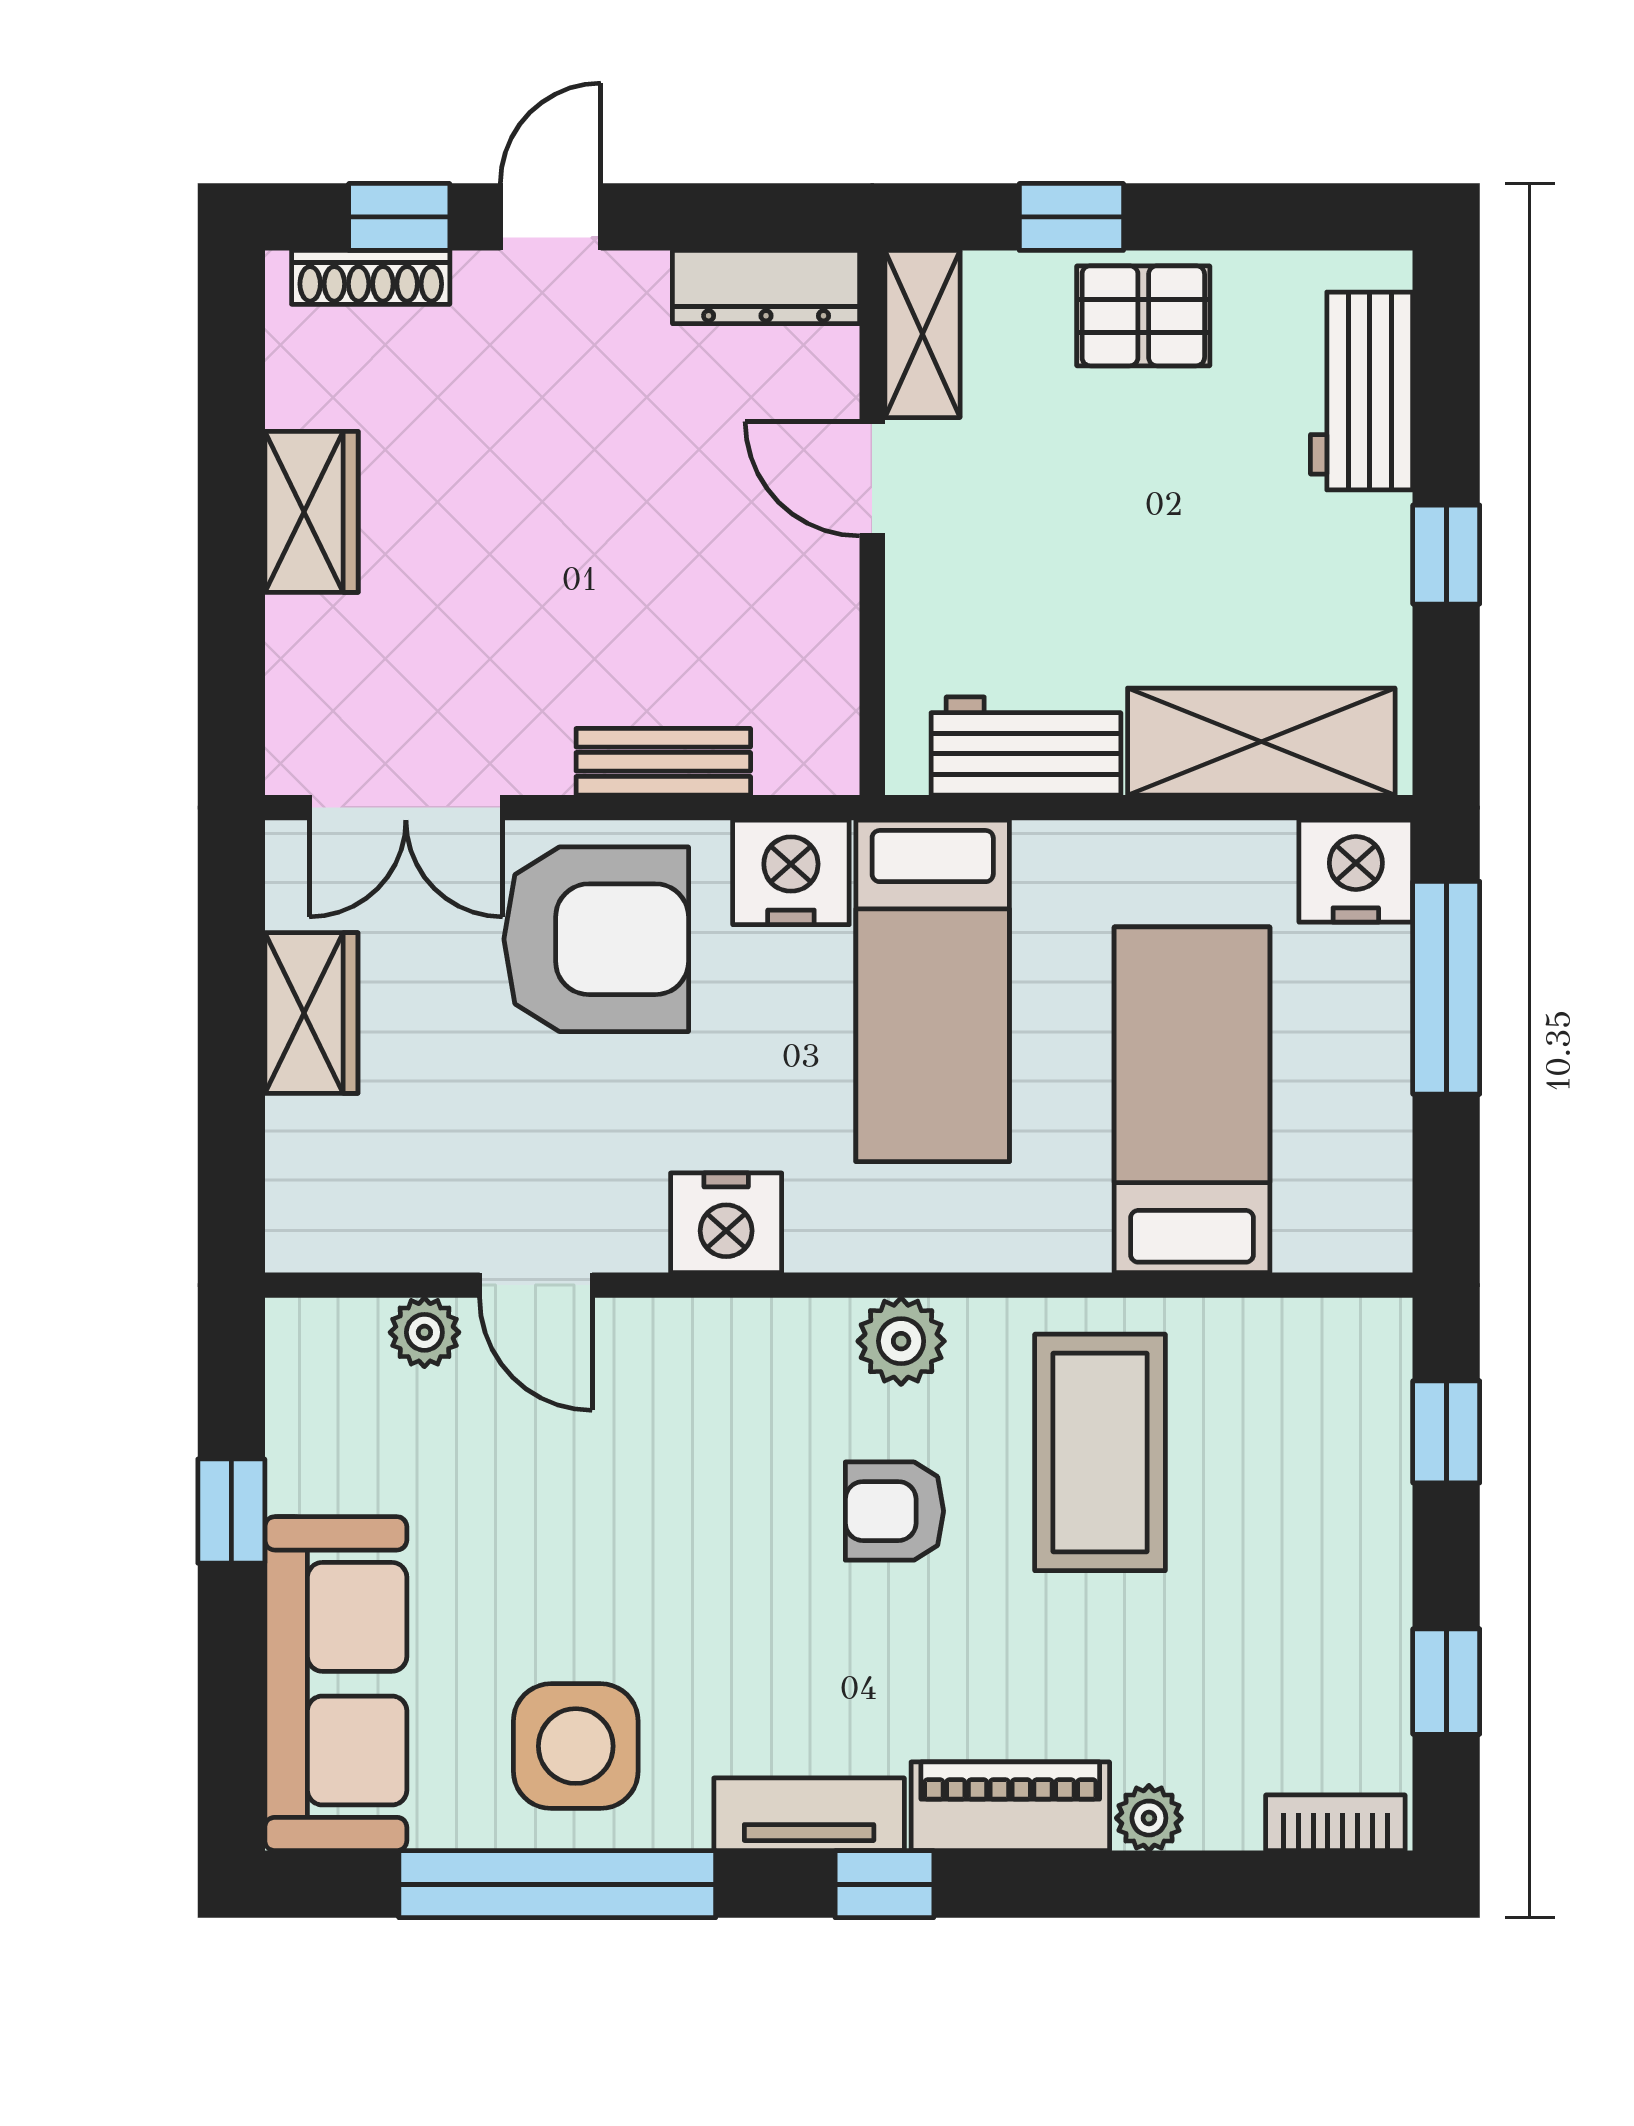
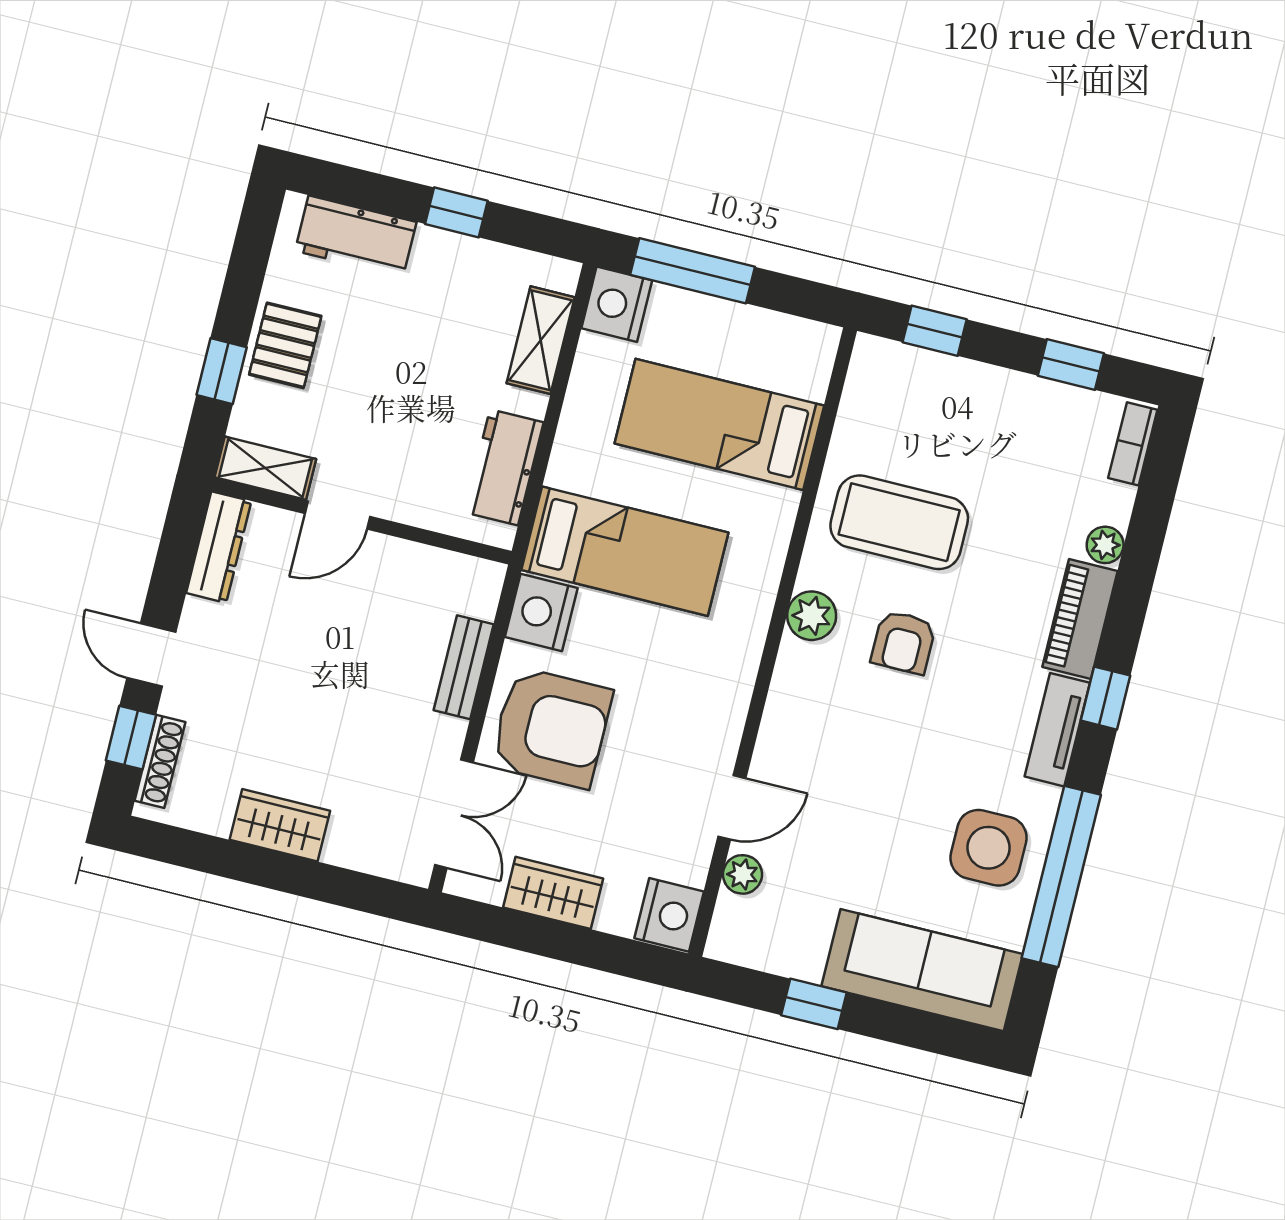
shelving: (1261, 742) -> (541, 340), width x0.67, depth x0.75
armchair: (596, 939) -> (551, 728), turned 90
nightstand: (726, 1223) -> (669, 915), moved

